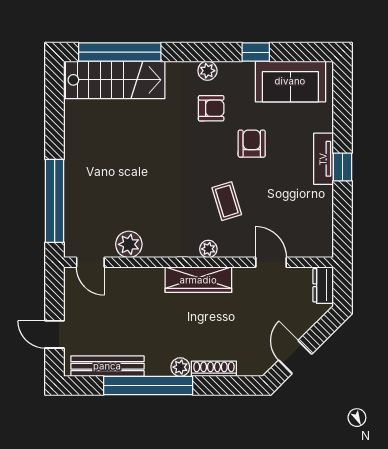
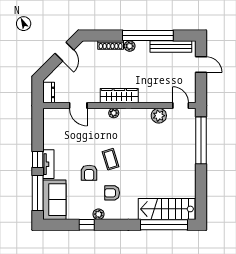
plant: (207, 71) -> (99, 214), moved
sofa: (290, 81) -> (54, 200), moved, turned 90
window: (342, 108) -> (38, 193), added
coffee table: (227, 201) -> (111, 159), moved

